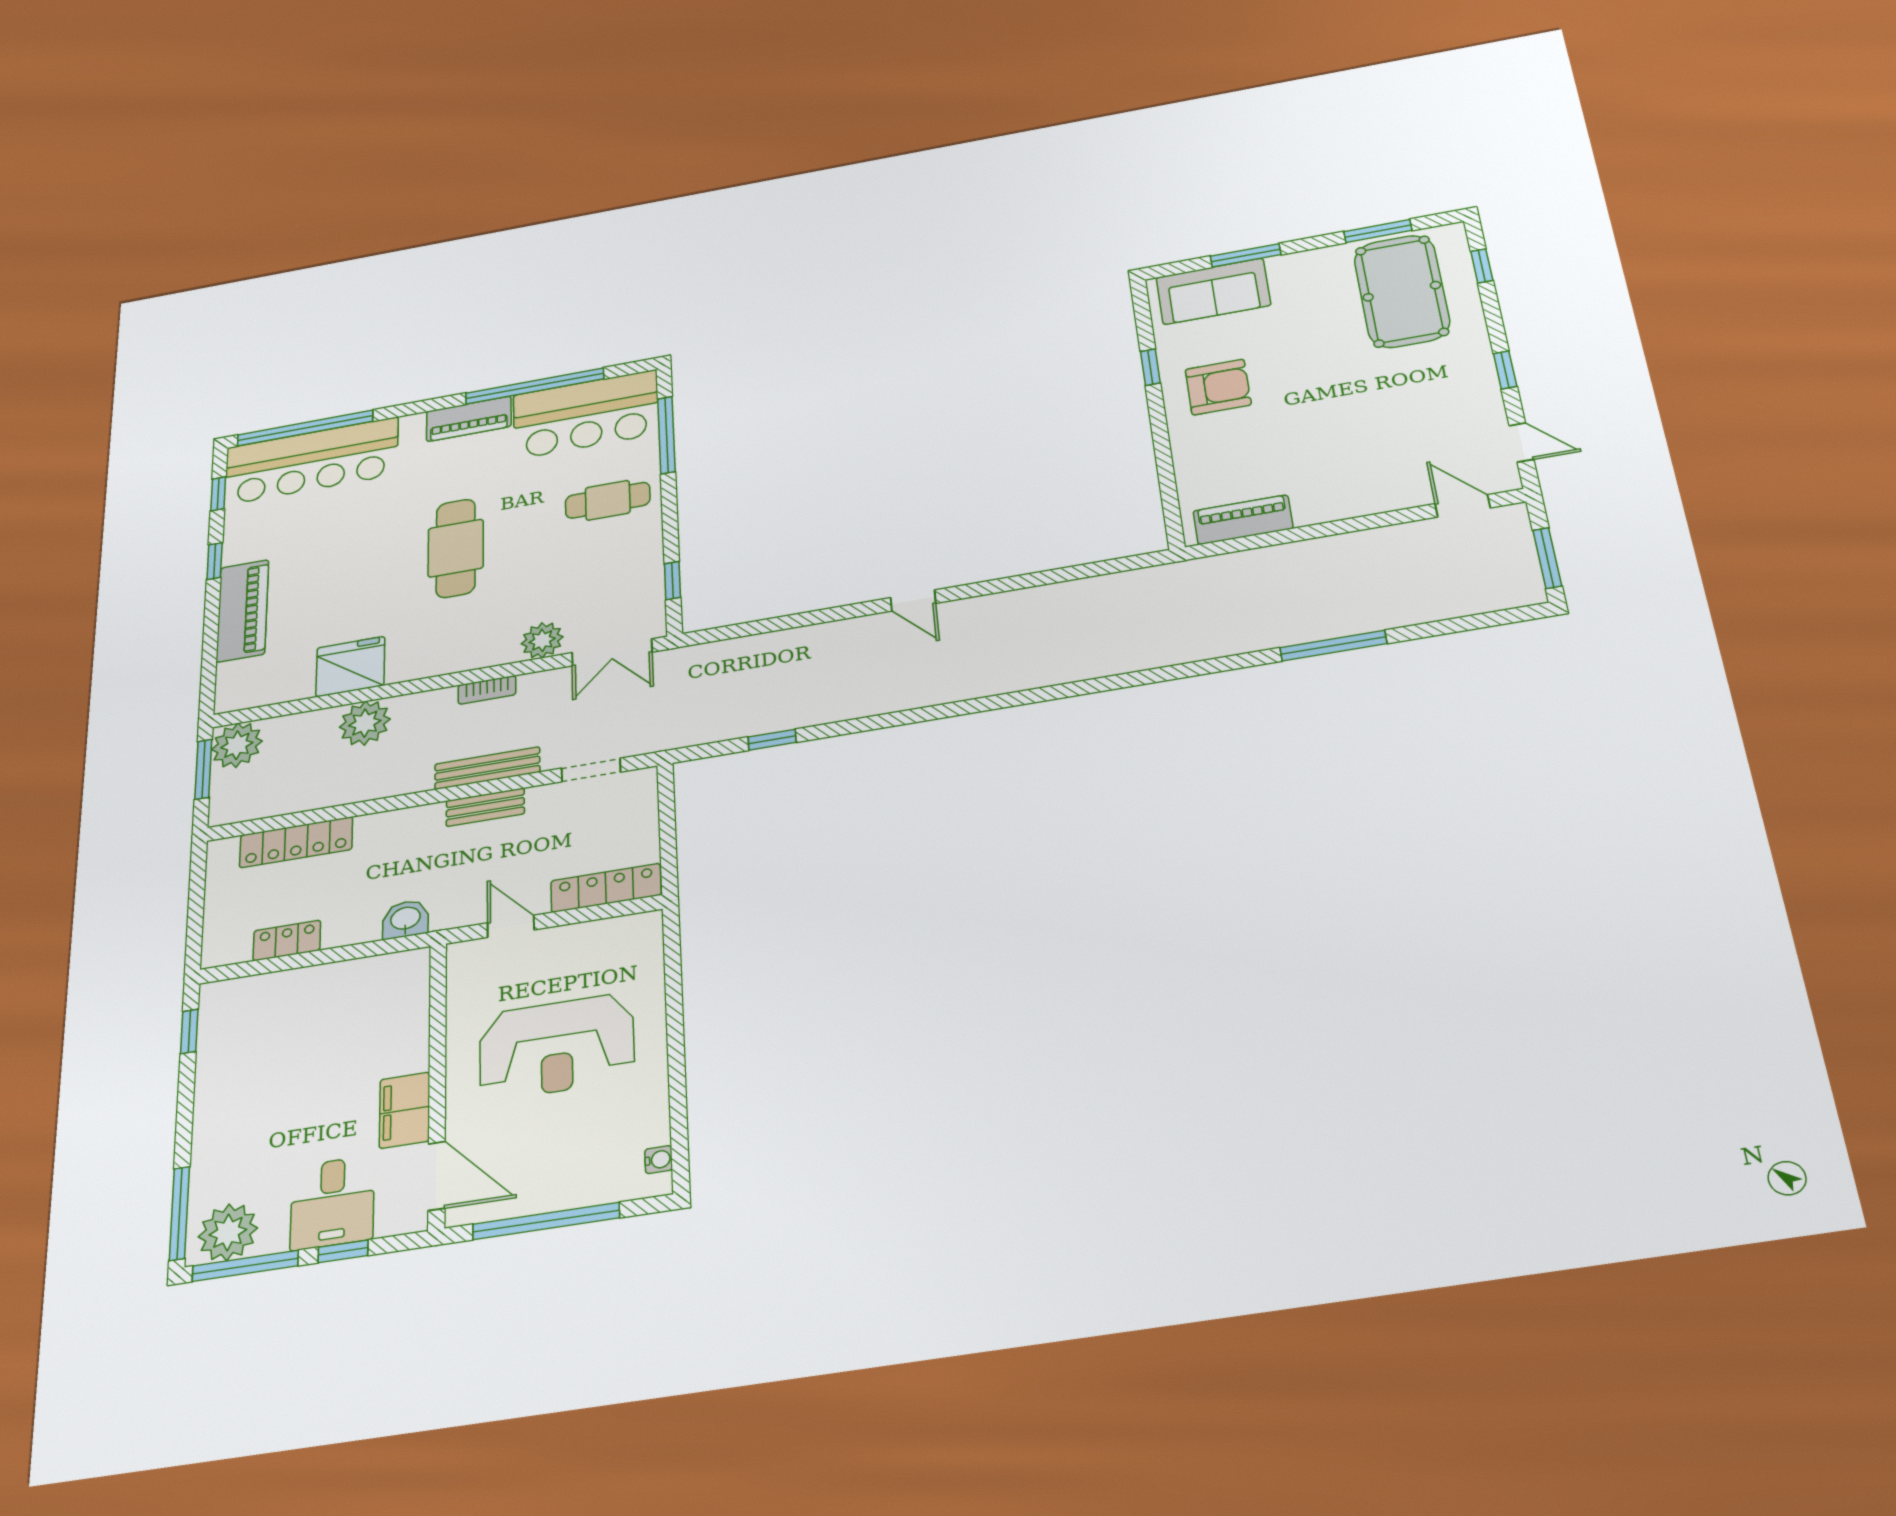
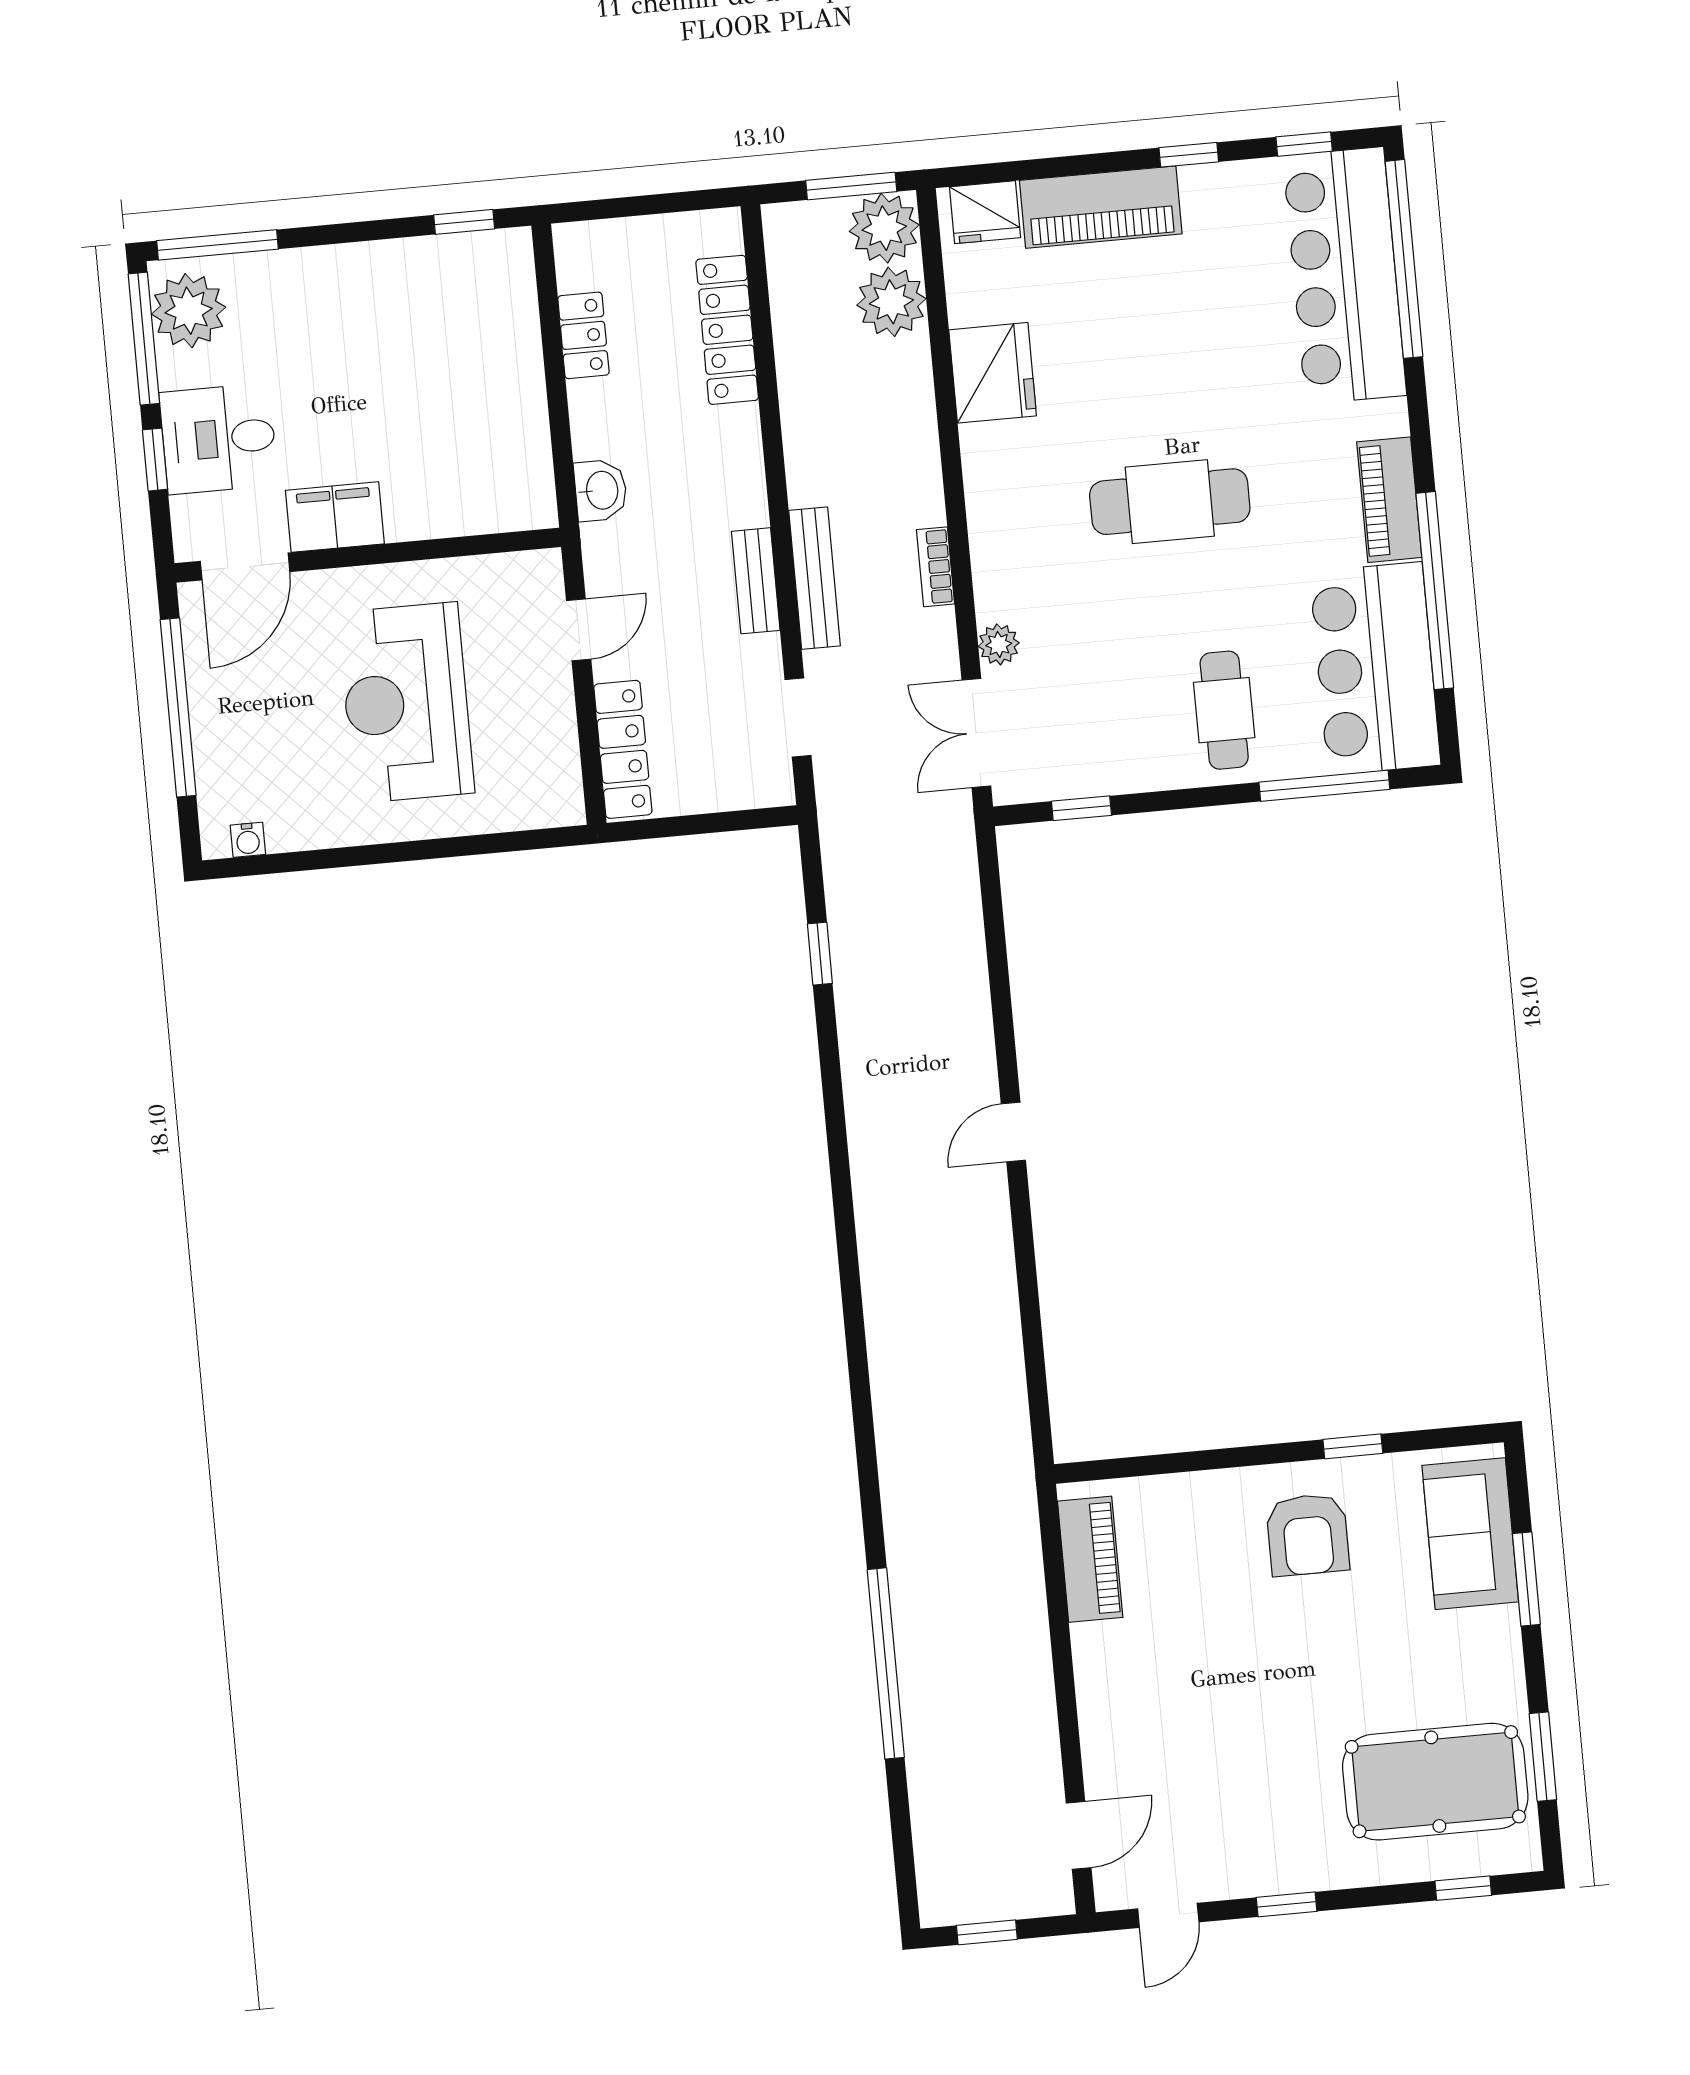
window: (1547, 558) -> (987, 1932), width x0.67
plant: (542, 640) -> (999, 644), width x0.73, depth x0.73
window: (1333, 646) -> (886, 1663), width x1.46
fridge: (235, 682) -> (985, 212), added
plant: (365, 723) -> (891, 302), moved

